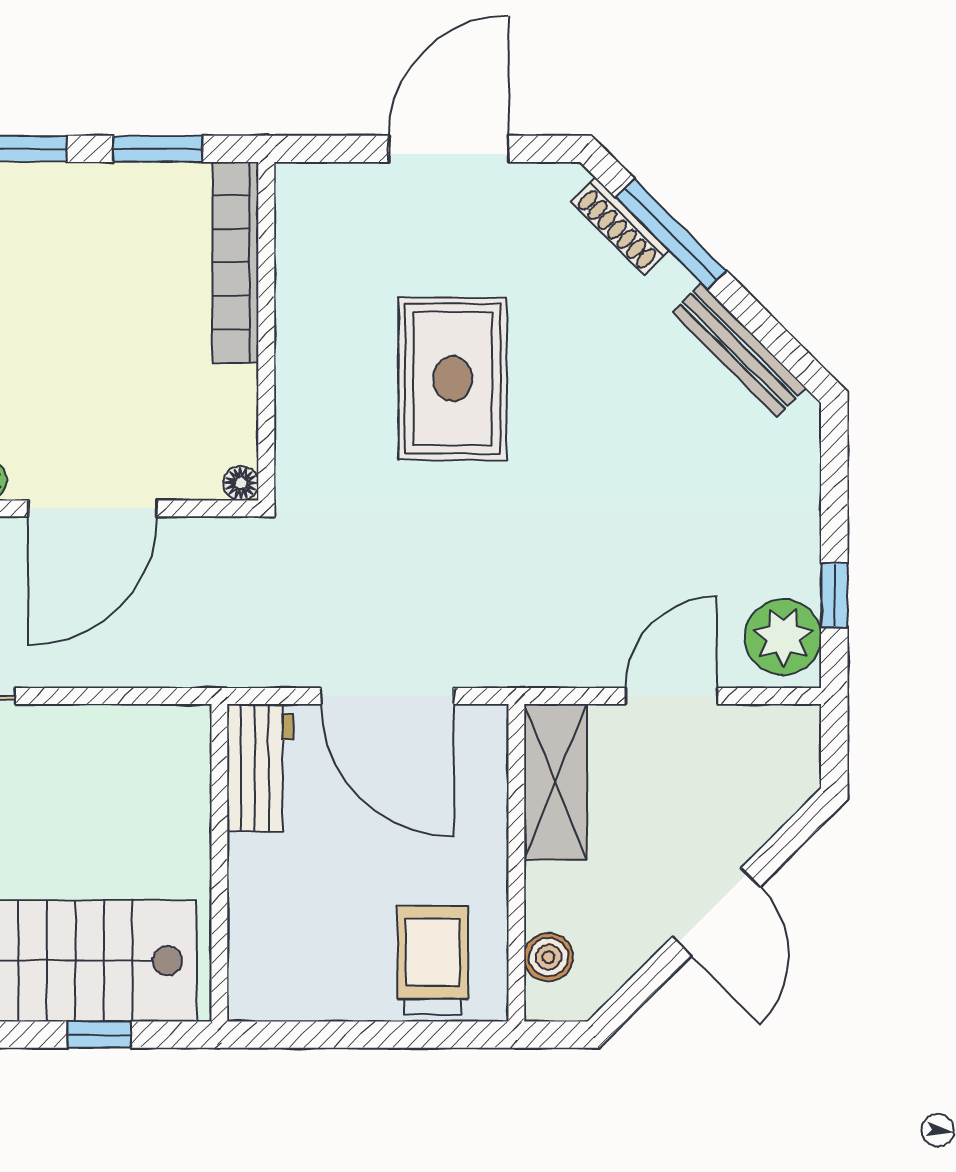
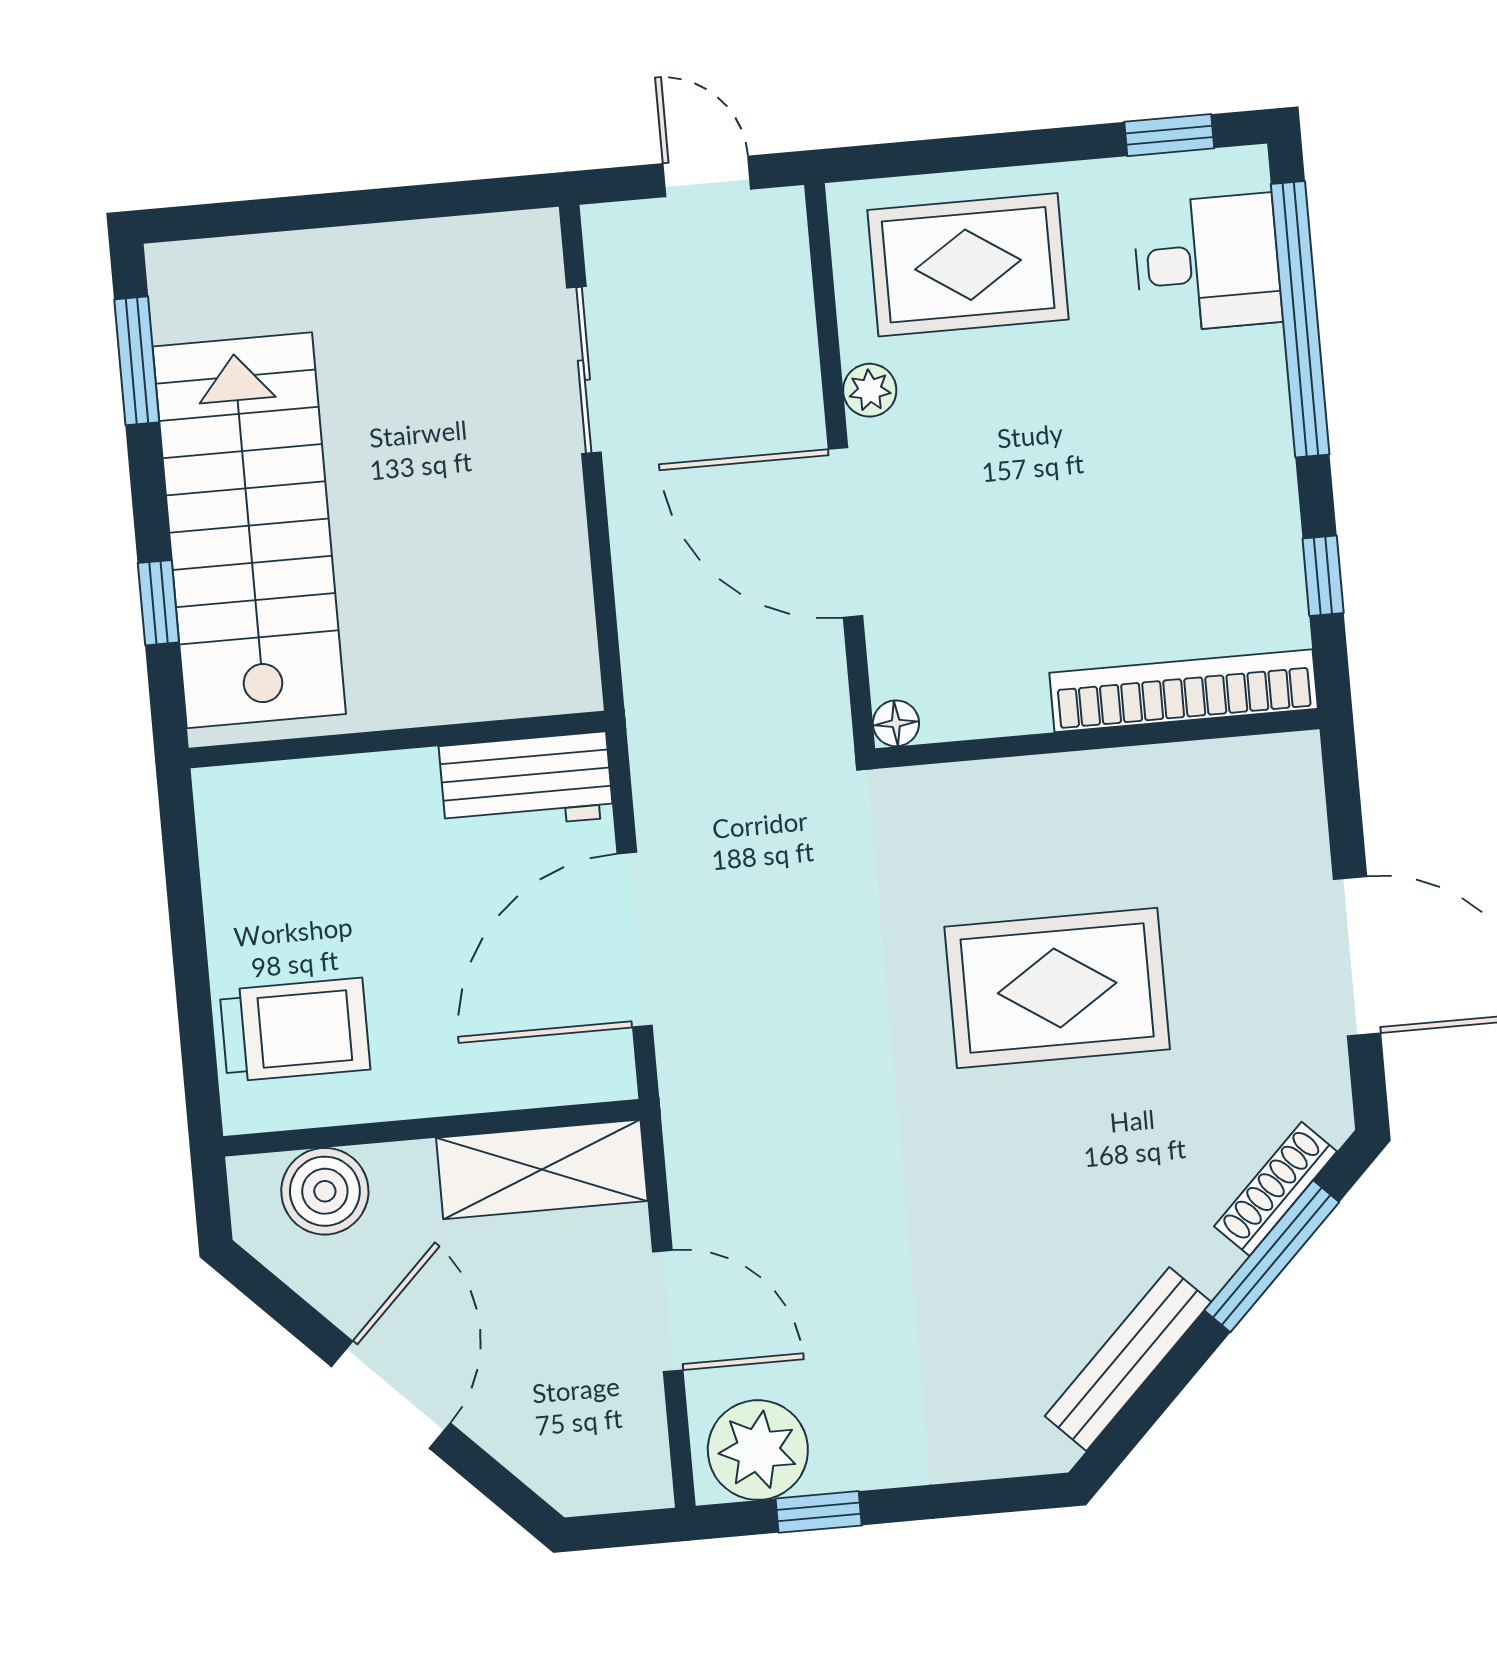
window: (158, 149) -> (1323, 576), width x0.67
door: (716, 912) -> (391, 1395), swing flipped
boiler: (548, 957) -> (325, 1191), width x1.36, depth x1.36

